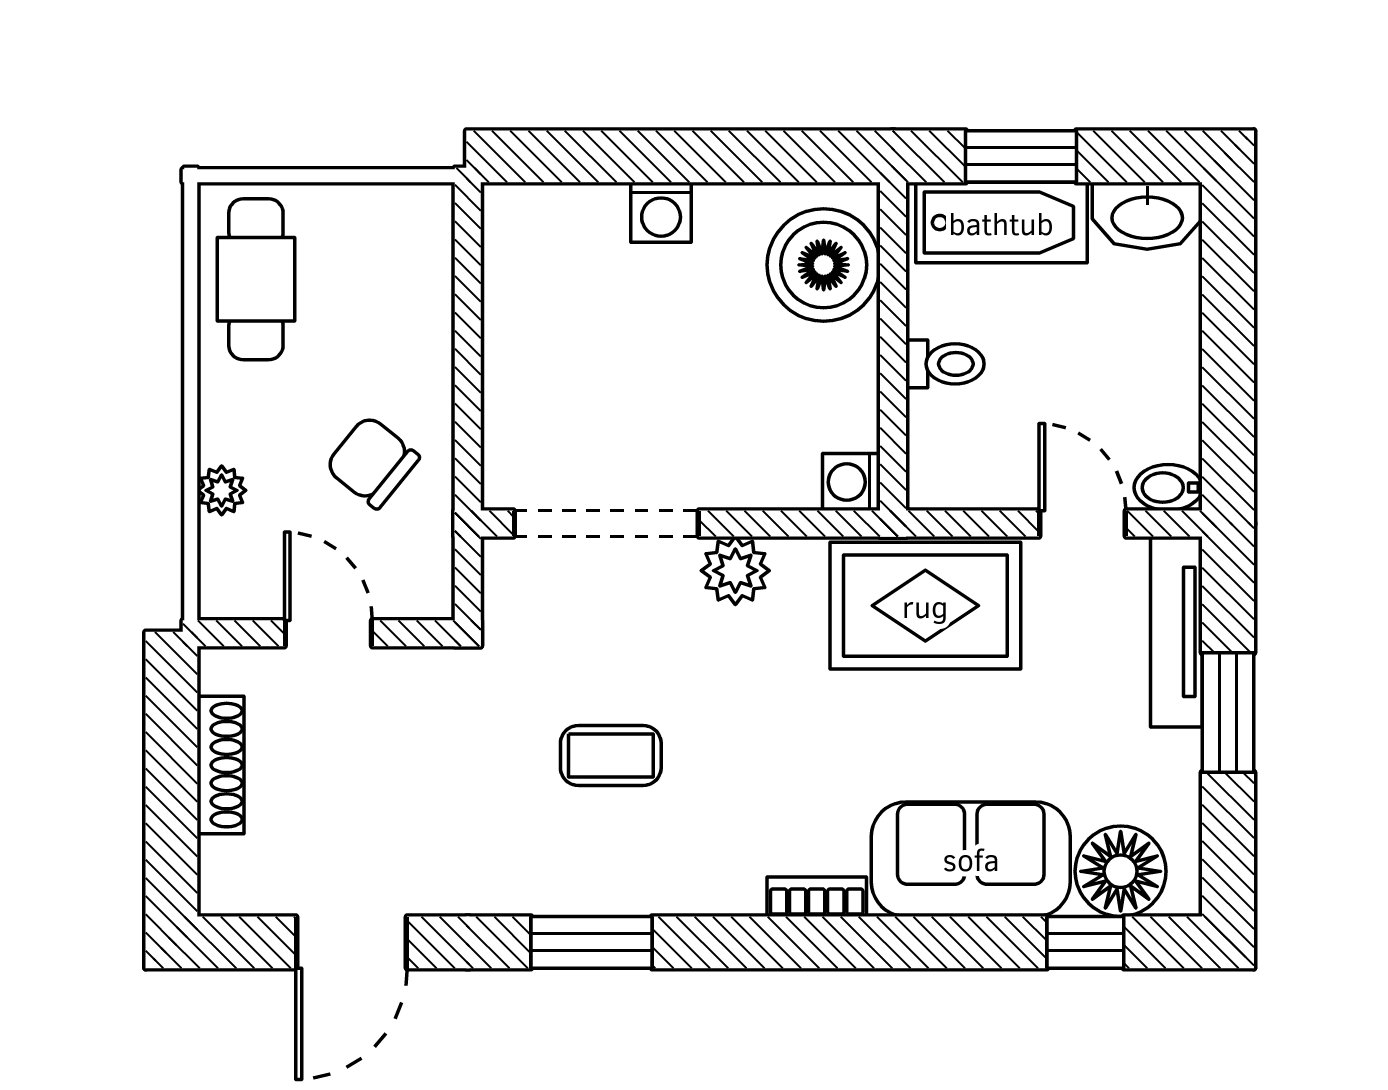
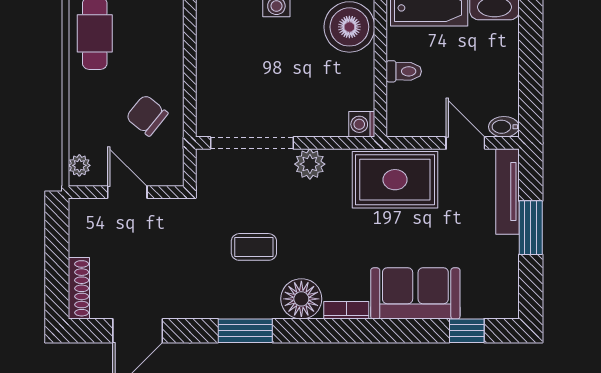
plant: (222, 490) -> (79, 165), moved
shoe rack: (221, 765) -> (79, 288), moved
floor lamp: (1121, 871) -> (301, 299), moved

